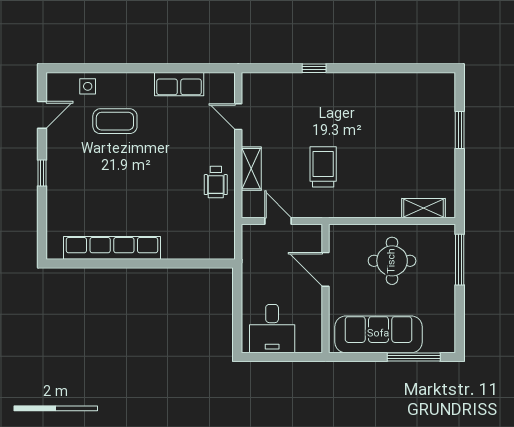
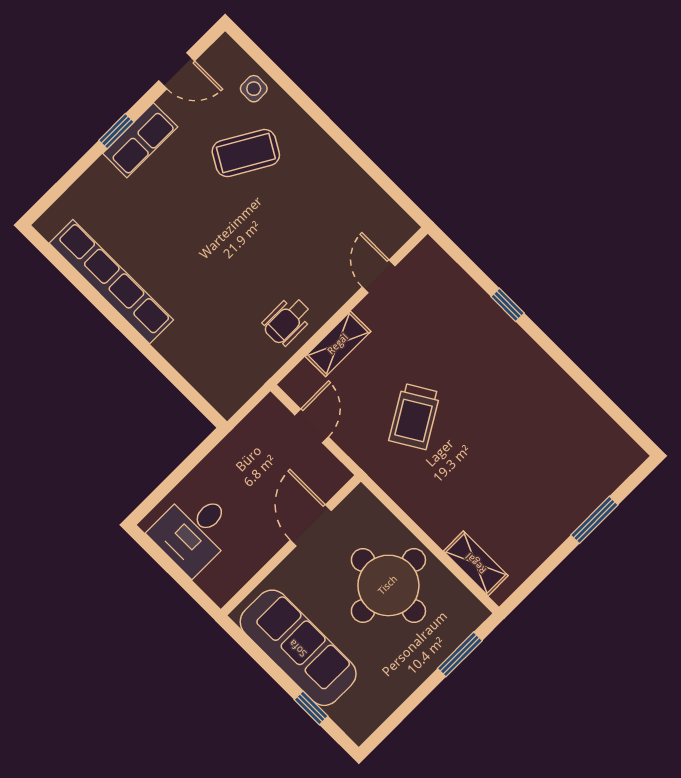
row of seats: (179, 84) -> (140, 140), moved, turned -90
coffee table: (115, 121) -> (246, 153), turned -60
trolley: (323, 167) -> (415, 416), turned 149
window: (460, 260) -> (460, 654), width x0.69
round table: (392, 261) -> (388, 585), width x1.36, depth x1.36
window: (414, 357) -> (311, 708), width x0.46

